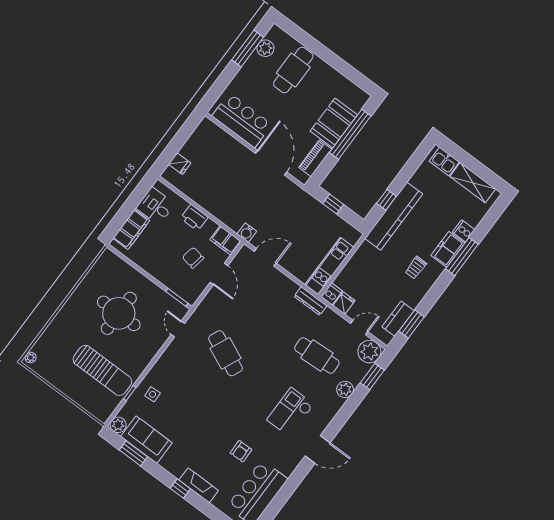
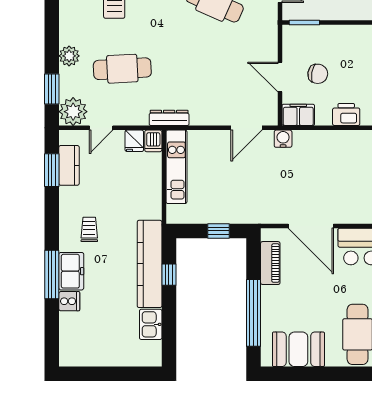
booth: (334, 123) -> (298, 349), moved, turned 90
kitchen sink: (444, 161) -> (151, 324), moved, turned -90
shelving: (473, 183) -> (96, 356), removed

